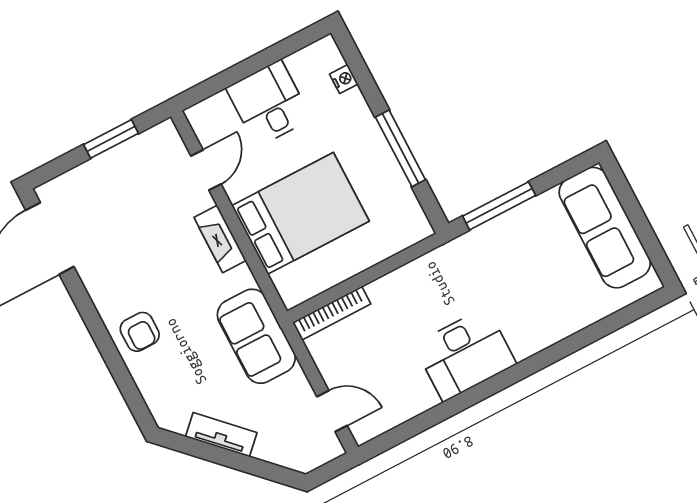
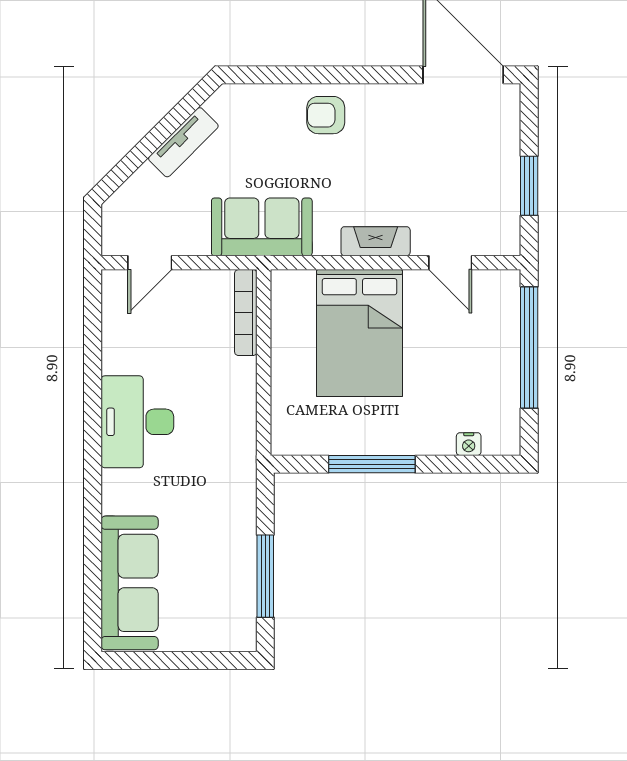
window: (241, 71) -> (529, 347), added
desk: (269, 103) -> (483, 358), removed
window: (499, 206) -> (265, 576), moved
sofa: (605, 228) -> (130, 583), moved, turned 90

